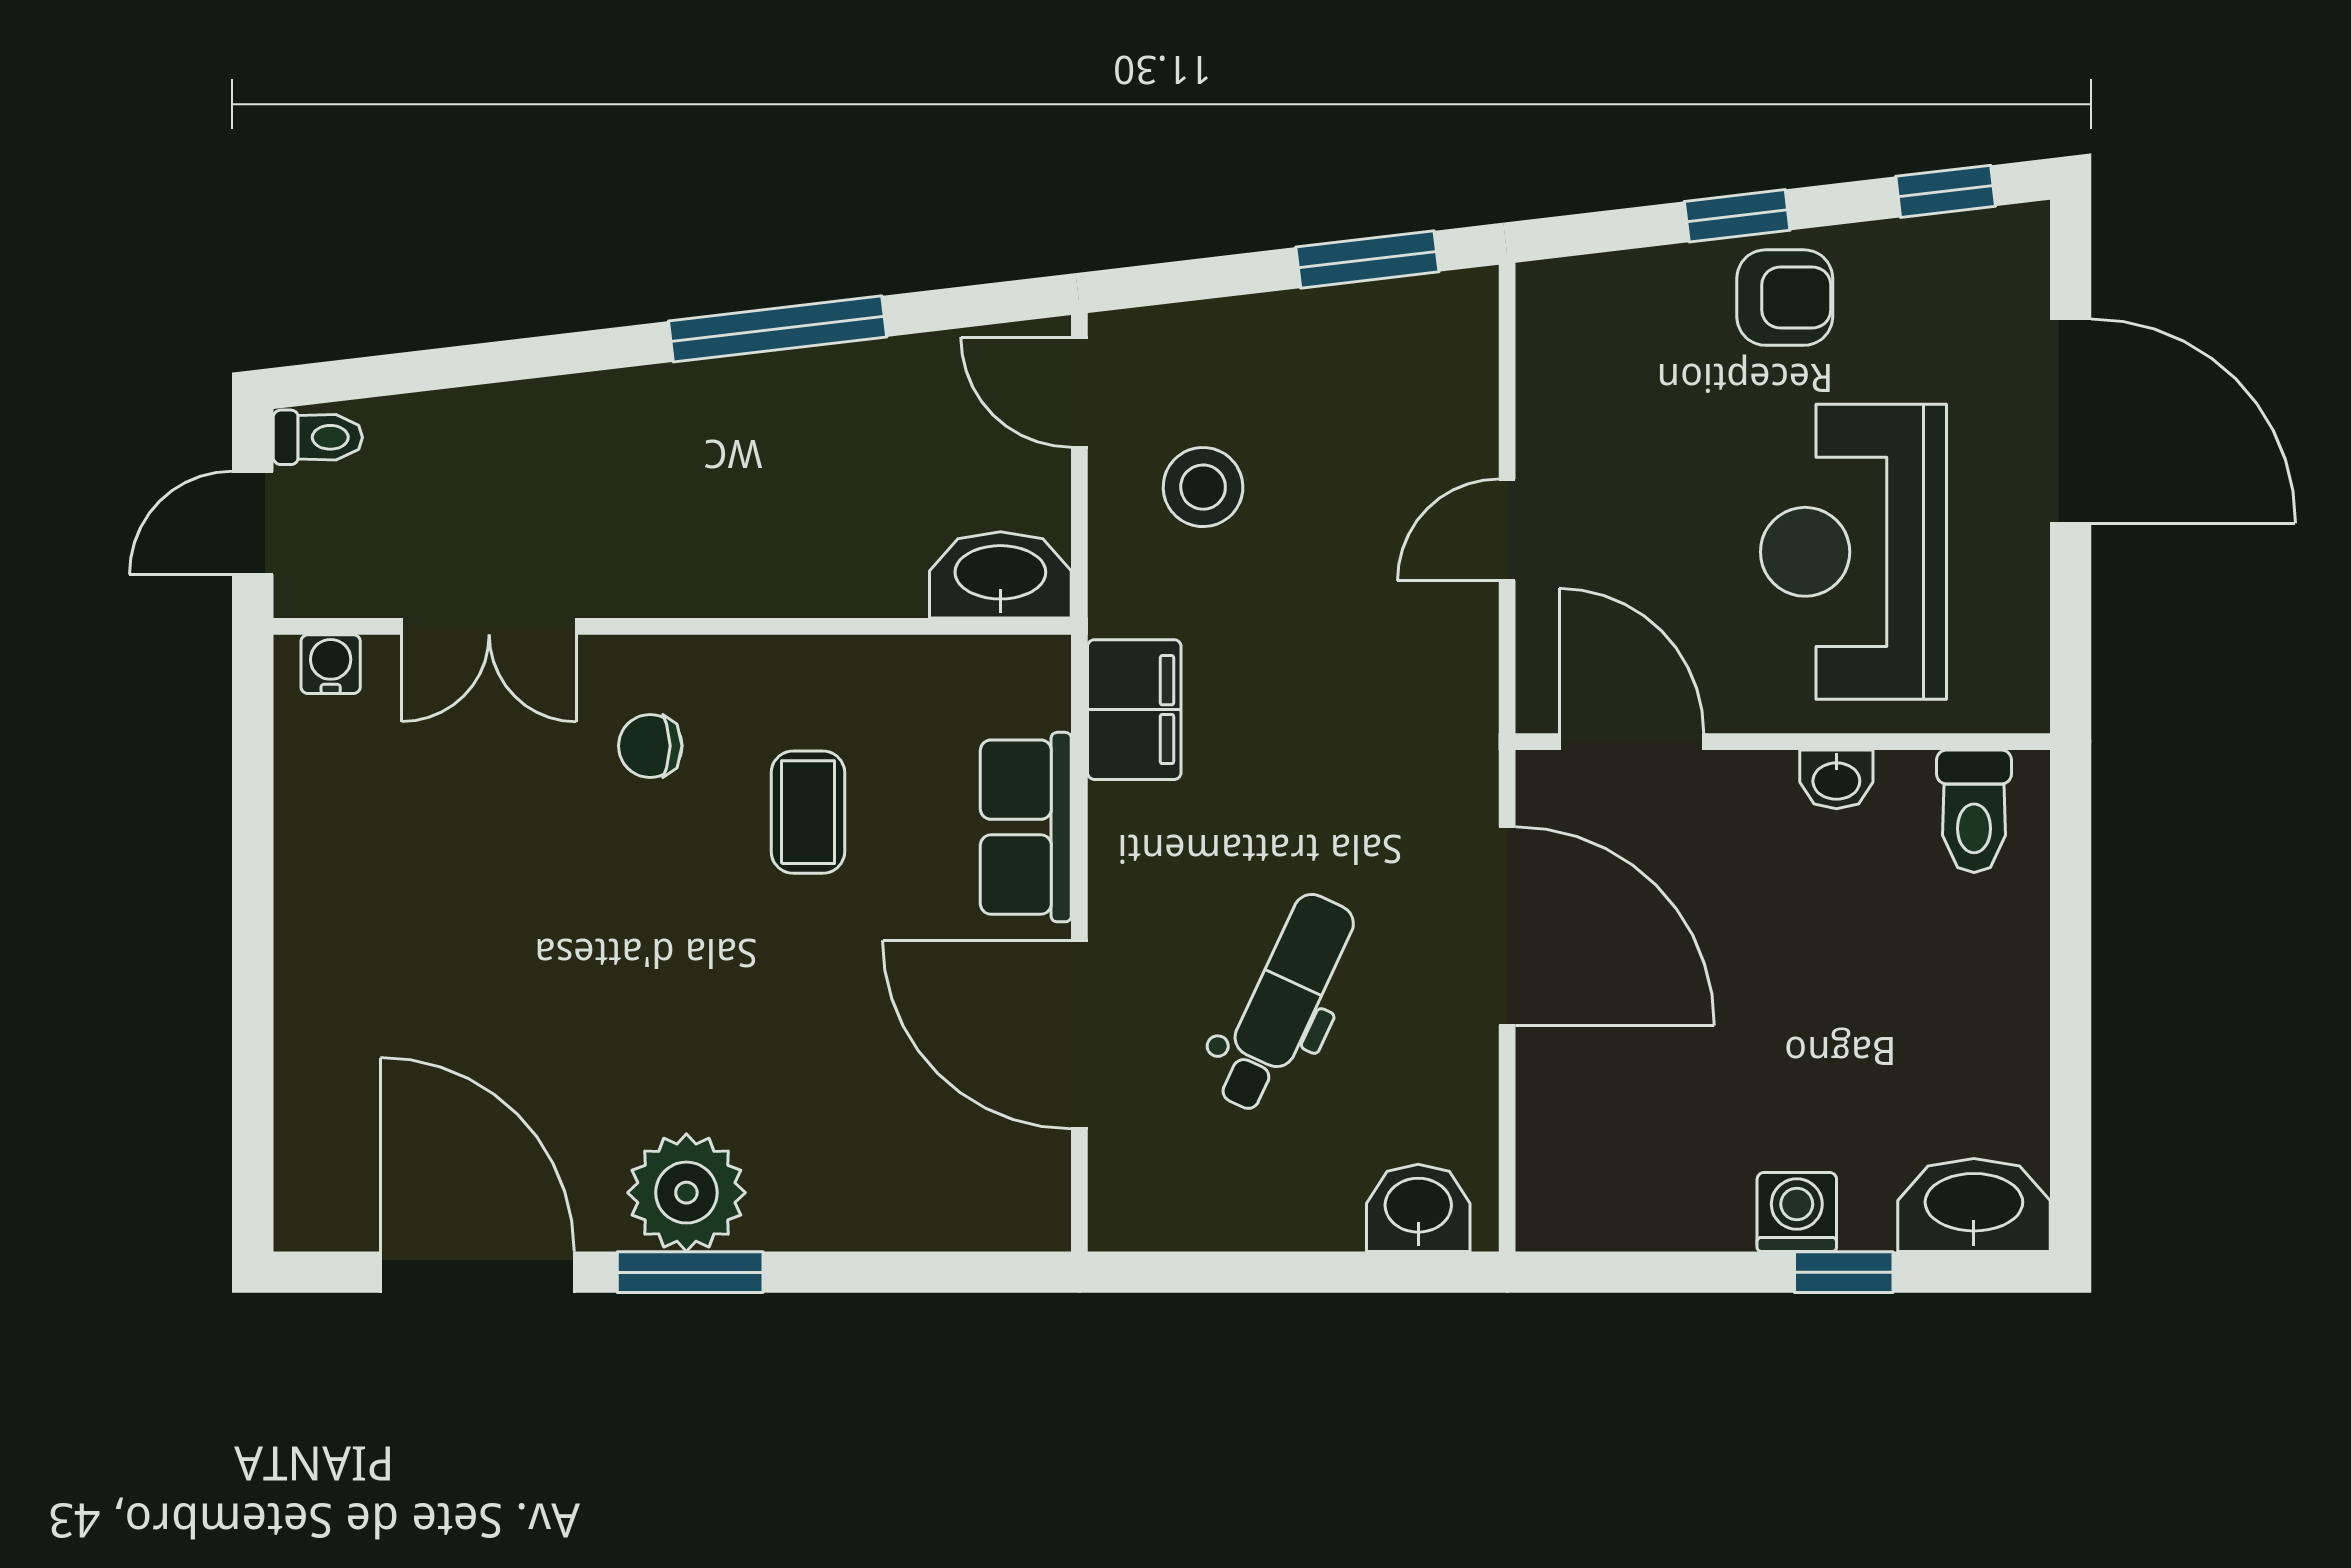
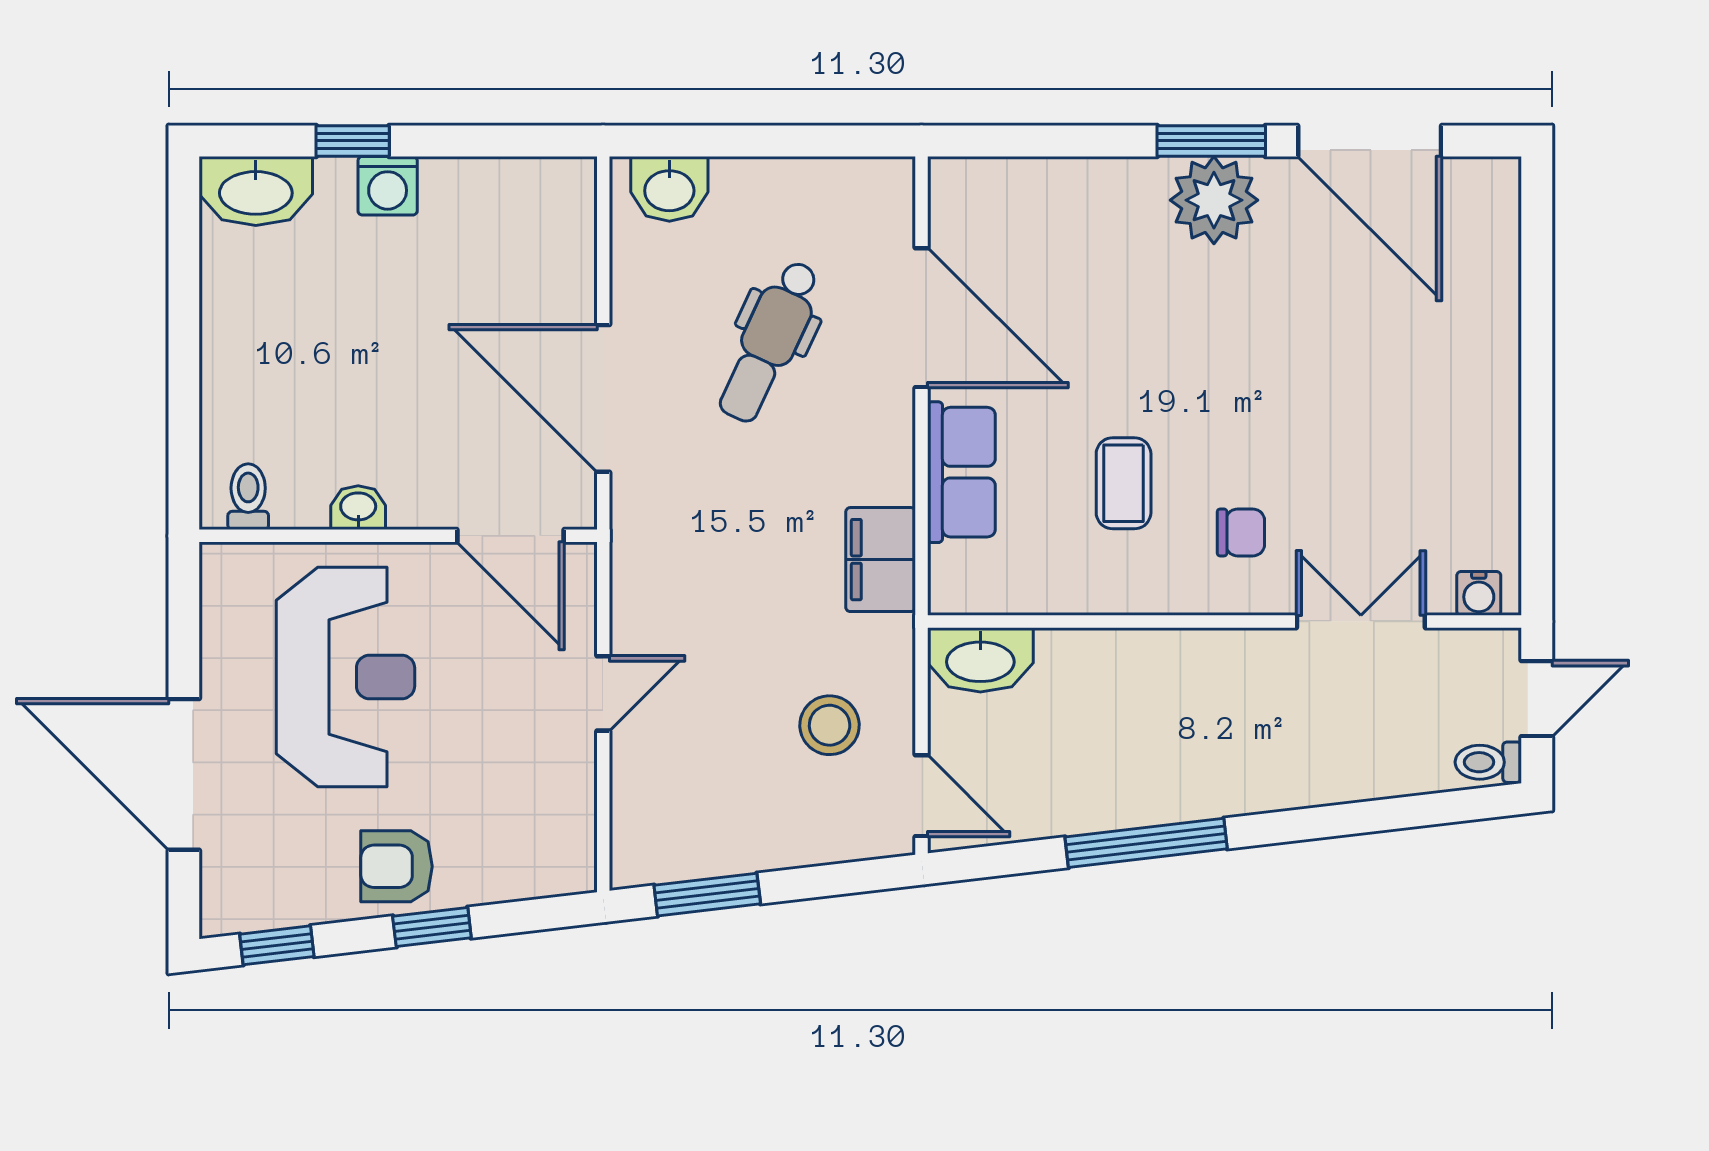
toilet: (1974, 811) -> (248, 497), width x0.73, depth x0.72

